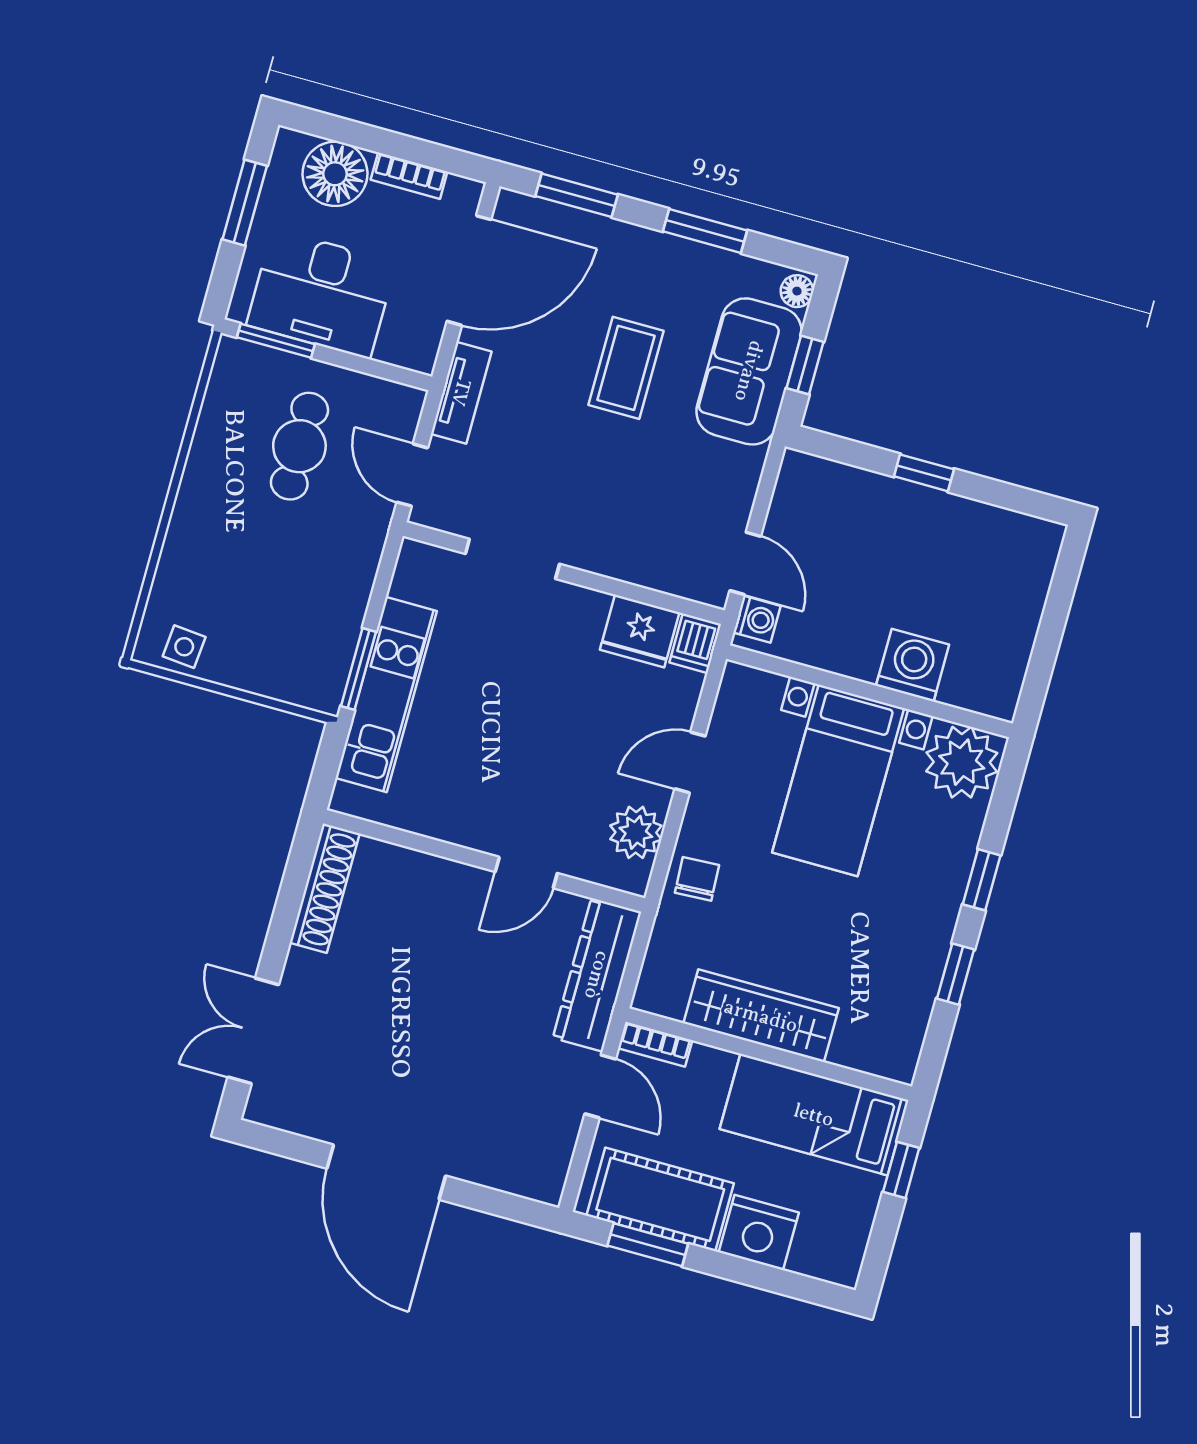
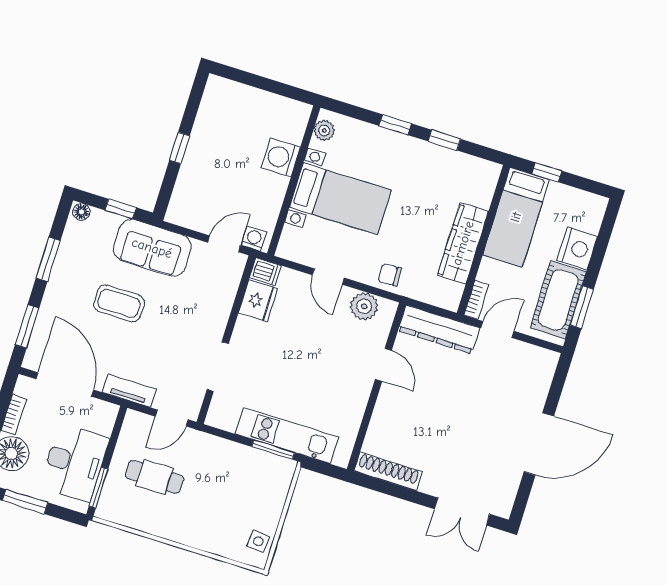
sofa: (749, 371) -> (152, 248), moved
plant: (962, 762) -> (324, 130), width x0.53, depth x0.53

